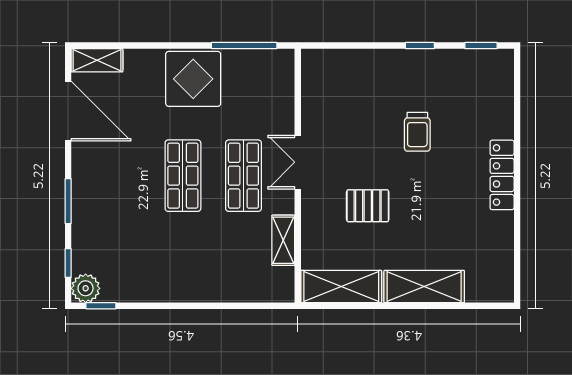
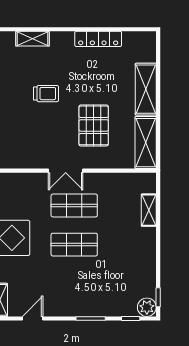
door: (68, 111) -> (33, 318), width x0.53
shelving: (502, 111) -> (33, 39), added
locker: (502, 175) -> (98, 39), moved
pallet: (368, 206) -> (94, 125), width x1.50, depth x1.42
shelving: (283, 240) -> (149, 210), moved, turned 90

